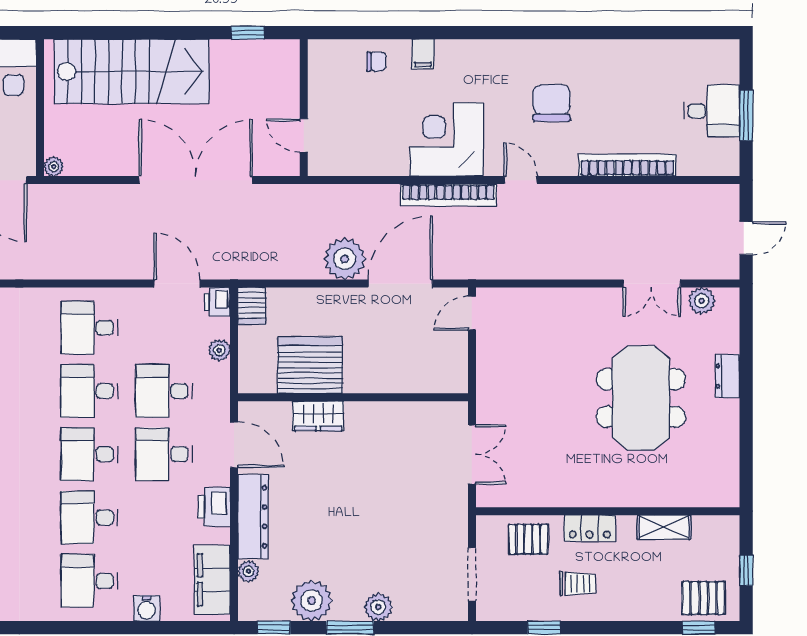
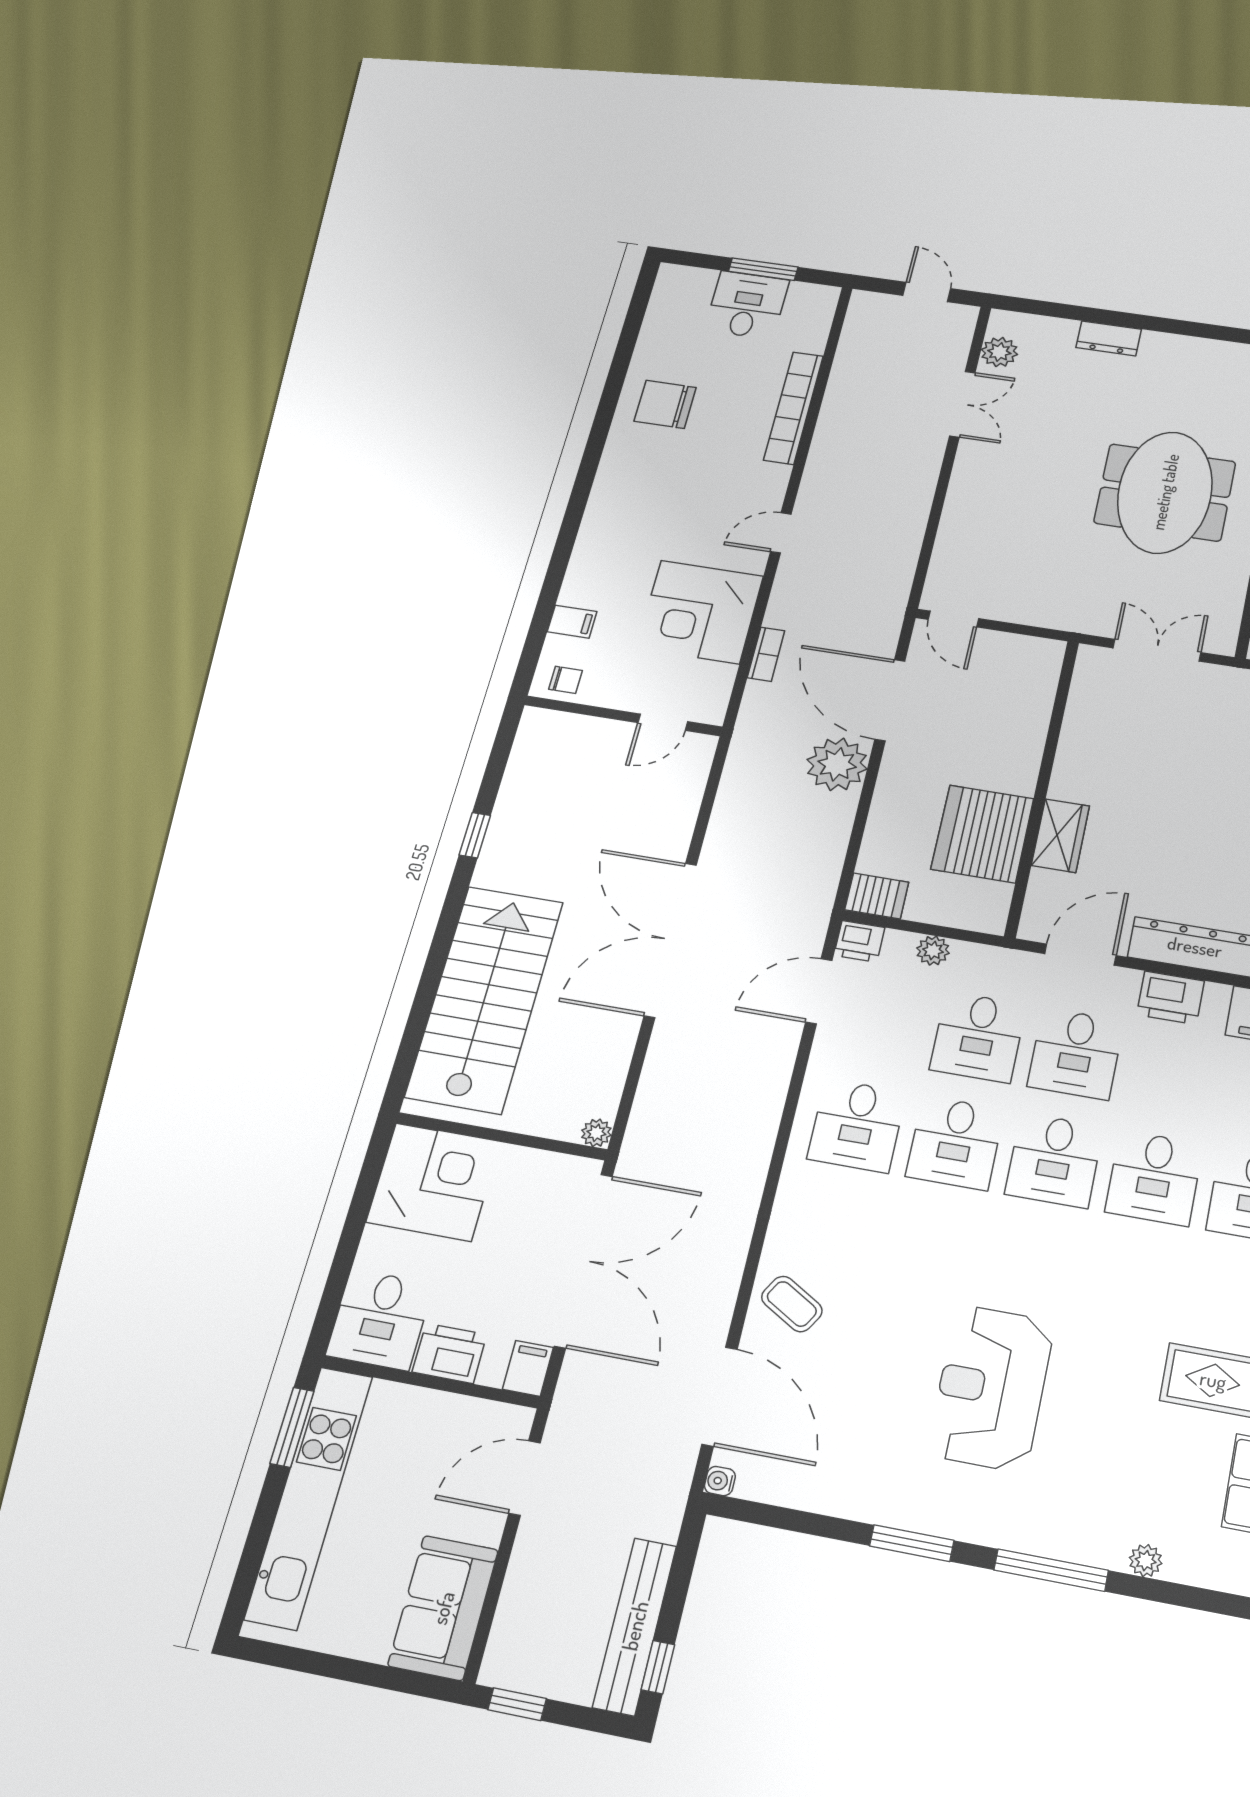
chair: (376, 62) -> (565, 680), turned 90
chair: (552, 103) -> (665, 404), moved
wall: (304, 108) -> (623, 716), moved
door: (304, 135) -> (663, 722), moved
bookcase: (448, 195) -> (766, 654), width x0.43, depth x0.76
meeting table: (641, 398) -> (1165, 492), moved, turned 90

